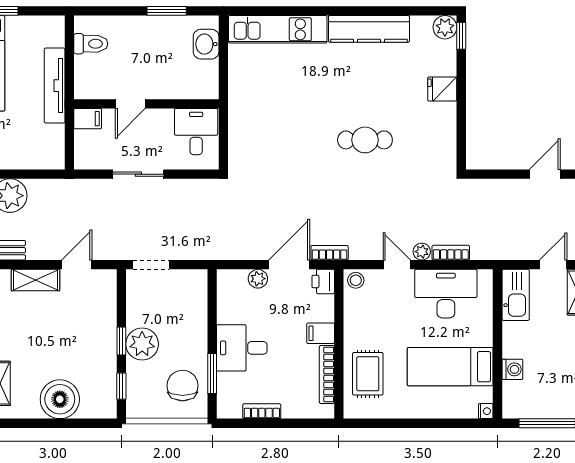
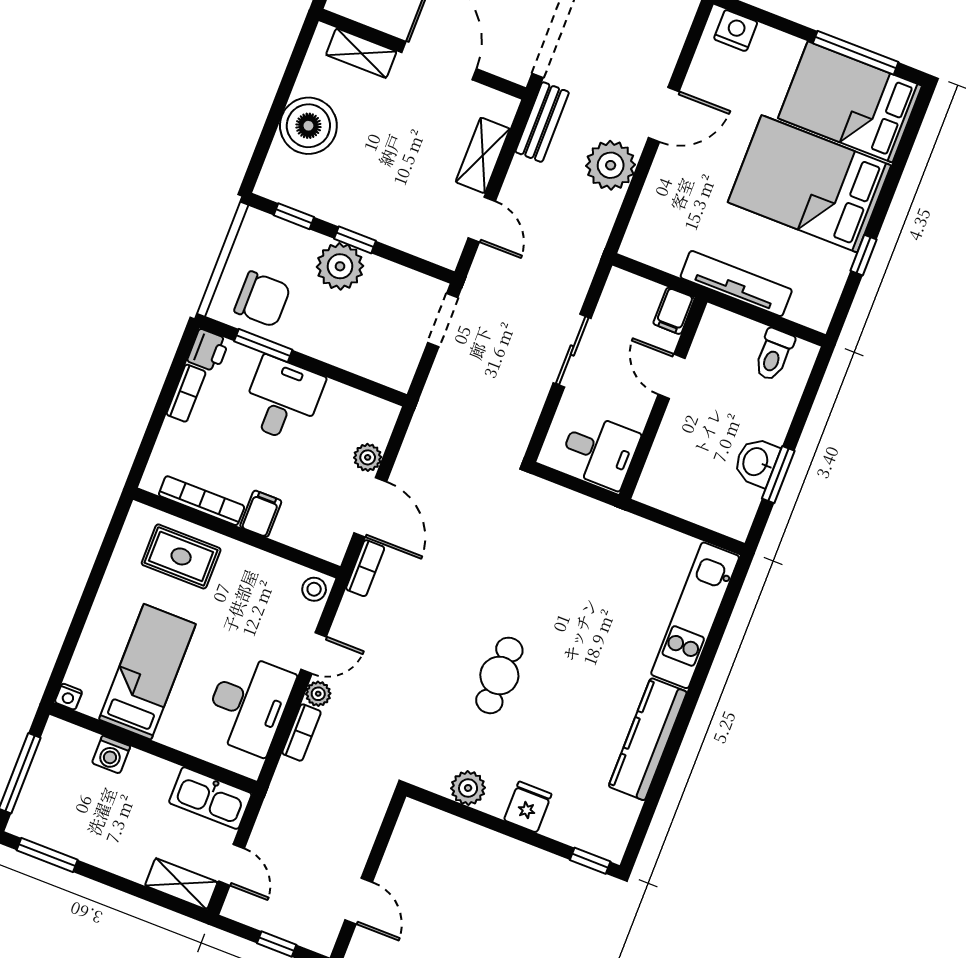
plant: (445, 27) -> (468, 788), moved
washbasin: (206, 44) -> (756, 462), moved, turned -90
printer: (323, 281) -> (208, 350), moved, turned 90

